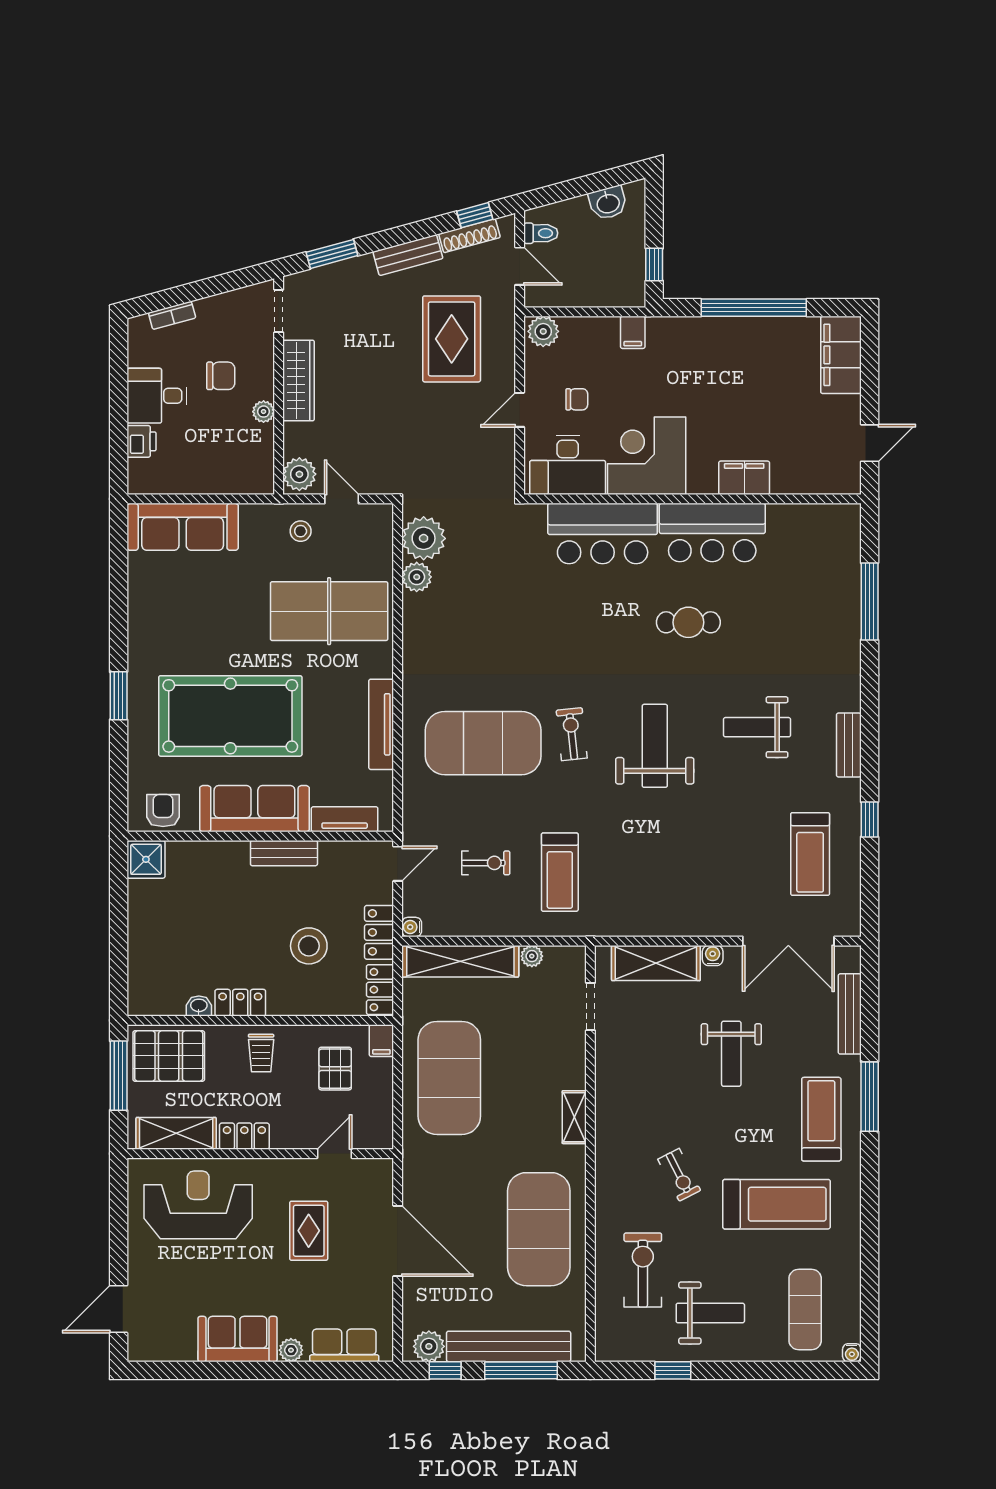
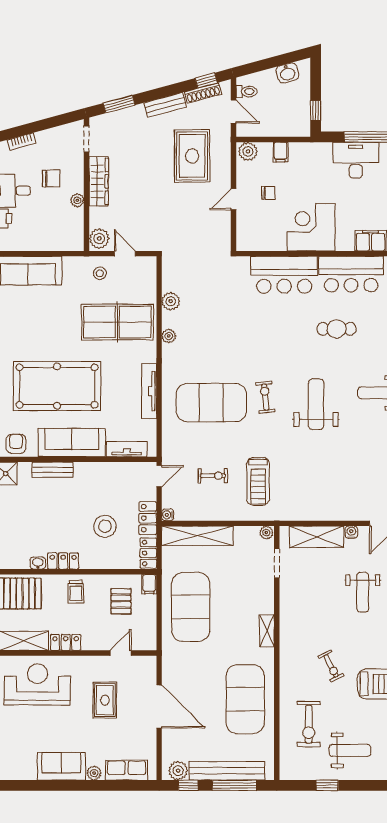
filing cabinet: (633, 332) -> (280, 152), moved
desk: (568, 465) -> (356, 160), moved, turned 180
plant: (424, 538) -> (169, 336), moved, width x0.53, depth x0.53
bench: (284, 853) -> (53, 470), moved
plant: (532, 956) -> (266, 533), moved
exercise bike: (643, 1270) -> (309, 724), turned 180

